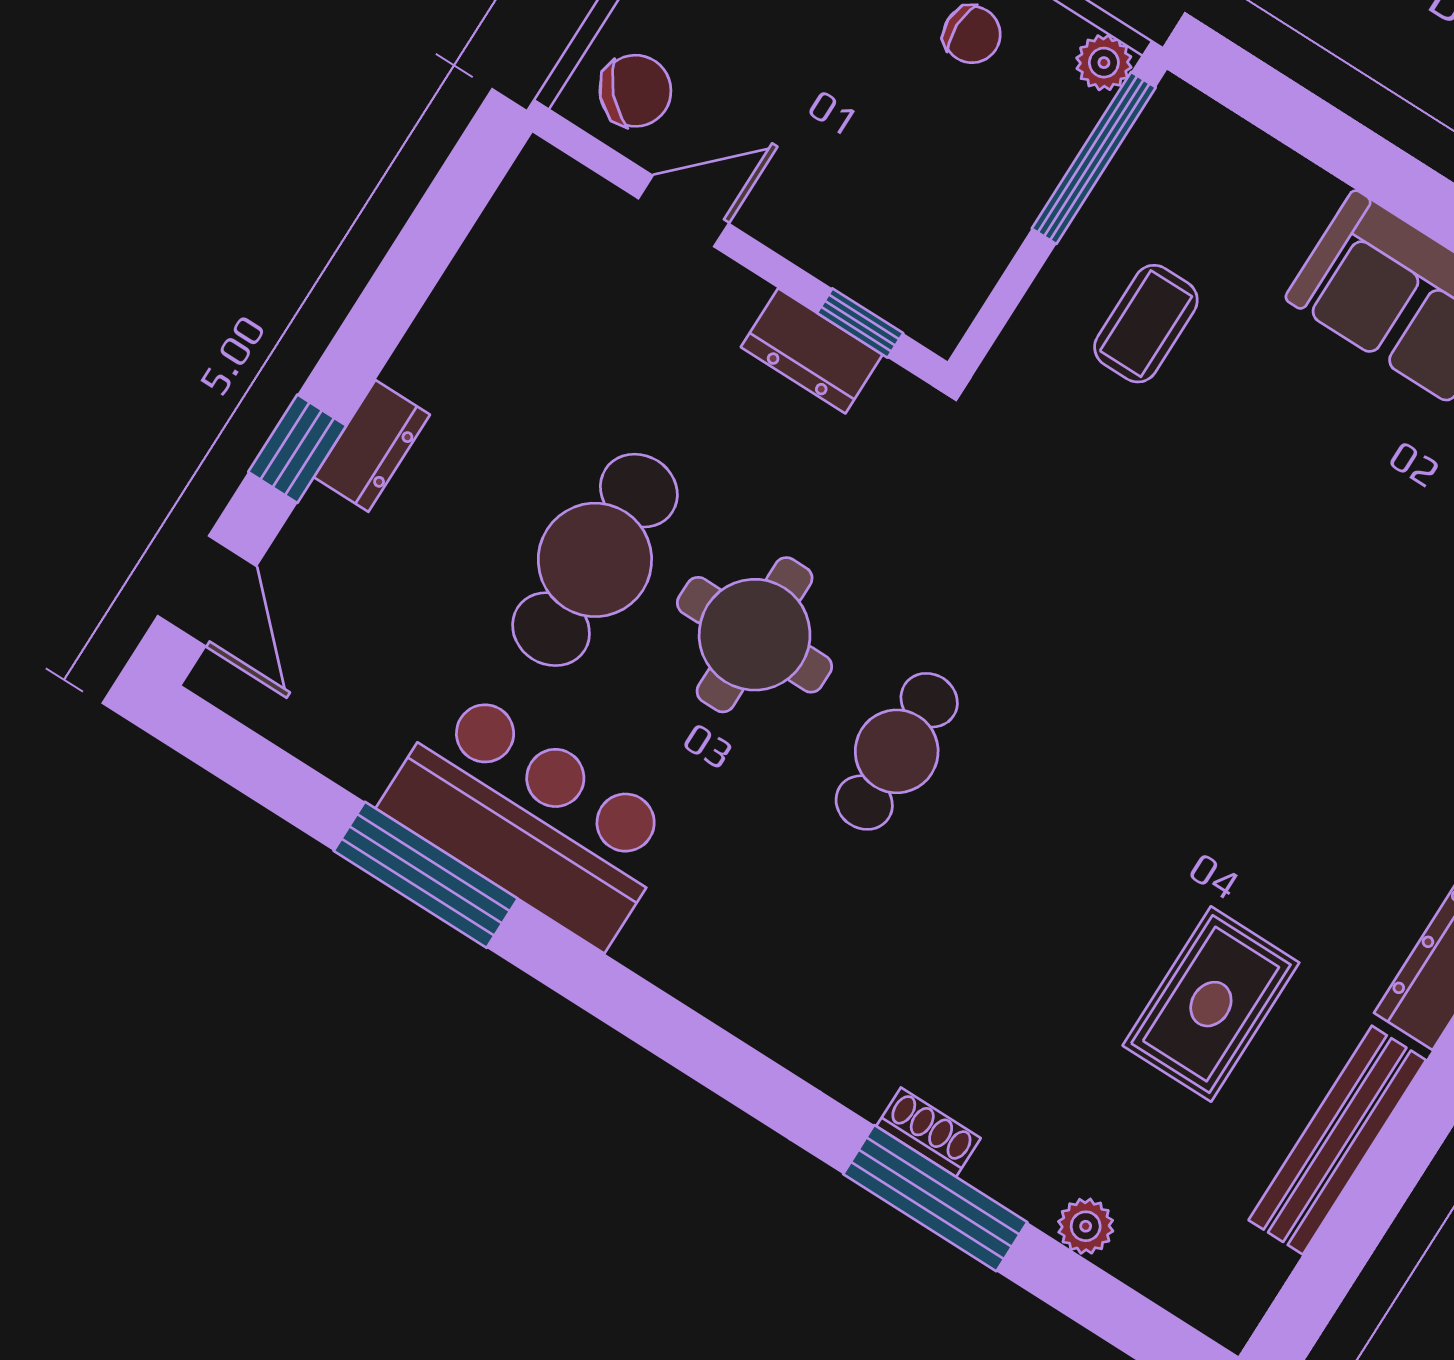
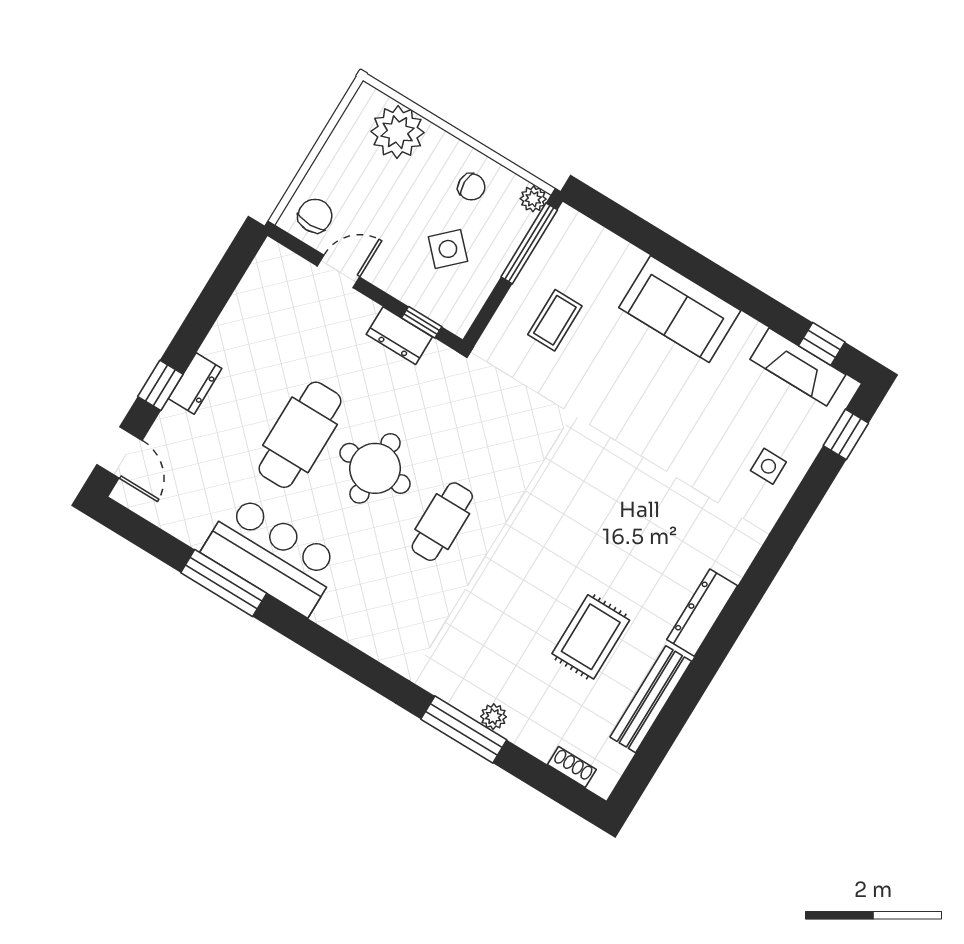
chair: (635, 91) -> (315, 216), turned -47
side table: (919, 167) -> (448, 249), added
shoe rack: (928, 1132) -> (572, 767), moved
plant: (1086, 1226) -> (493, 717), moved

